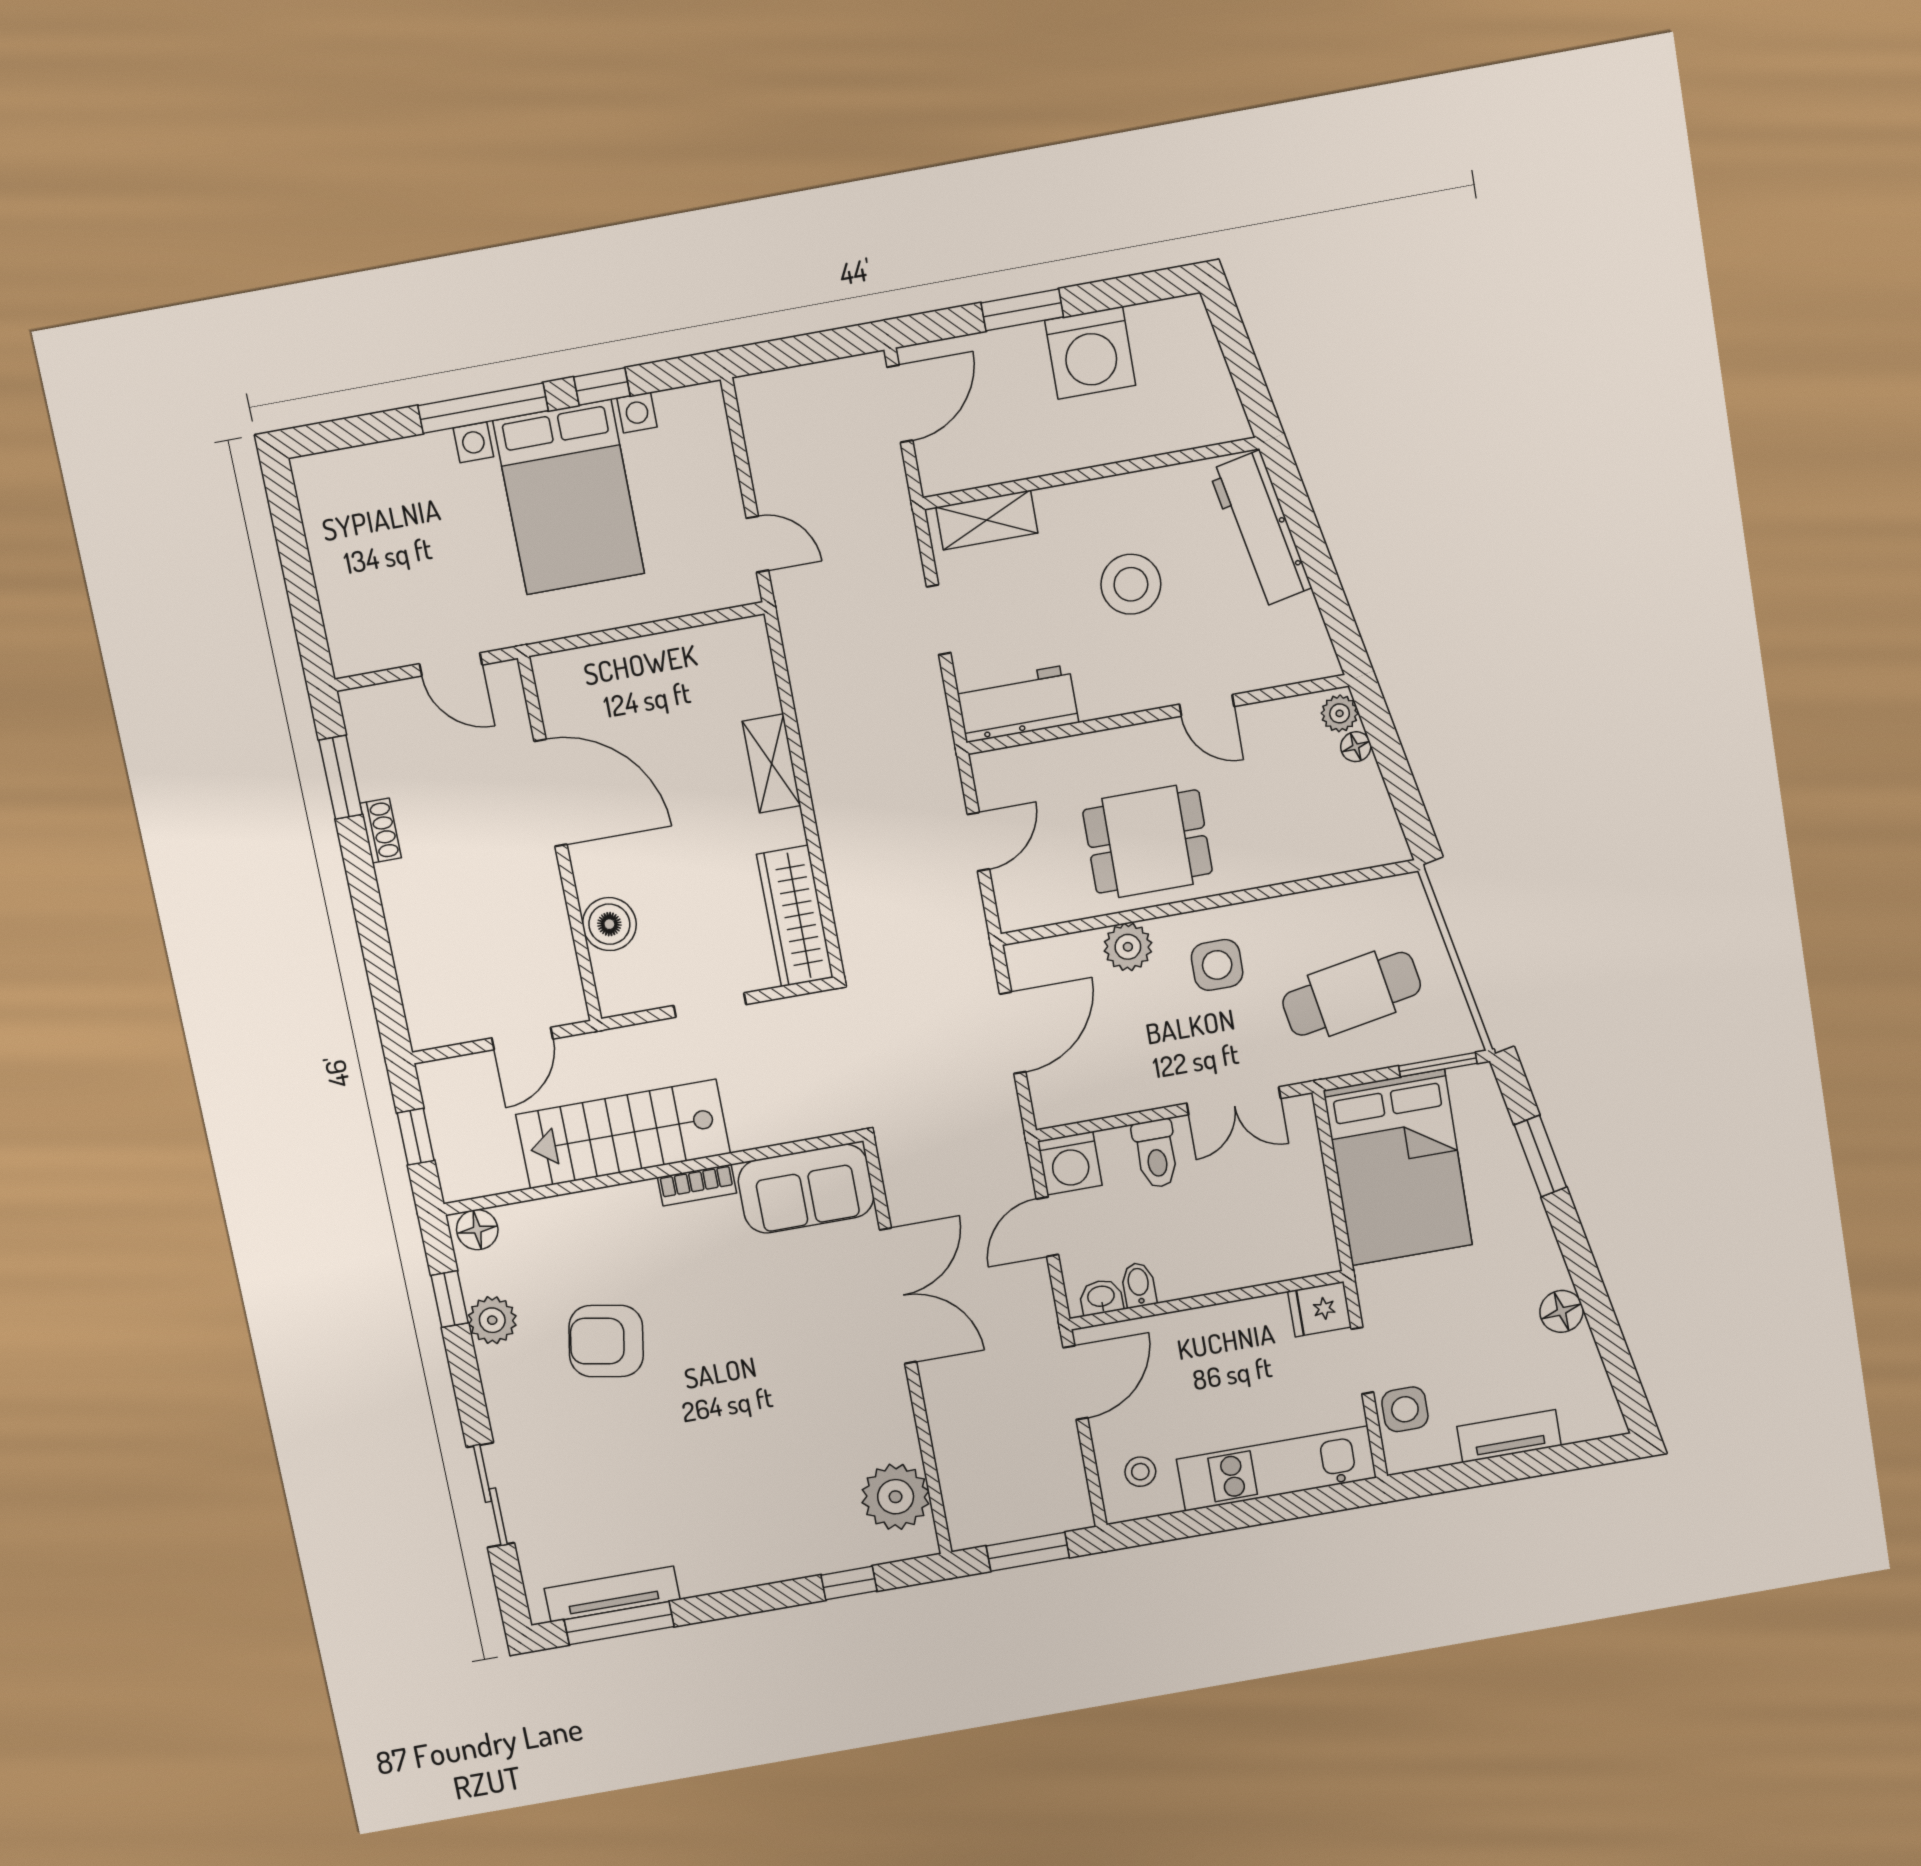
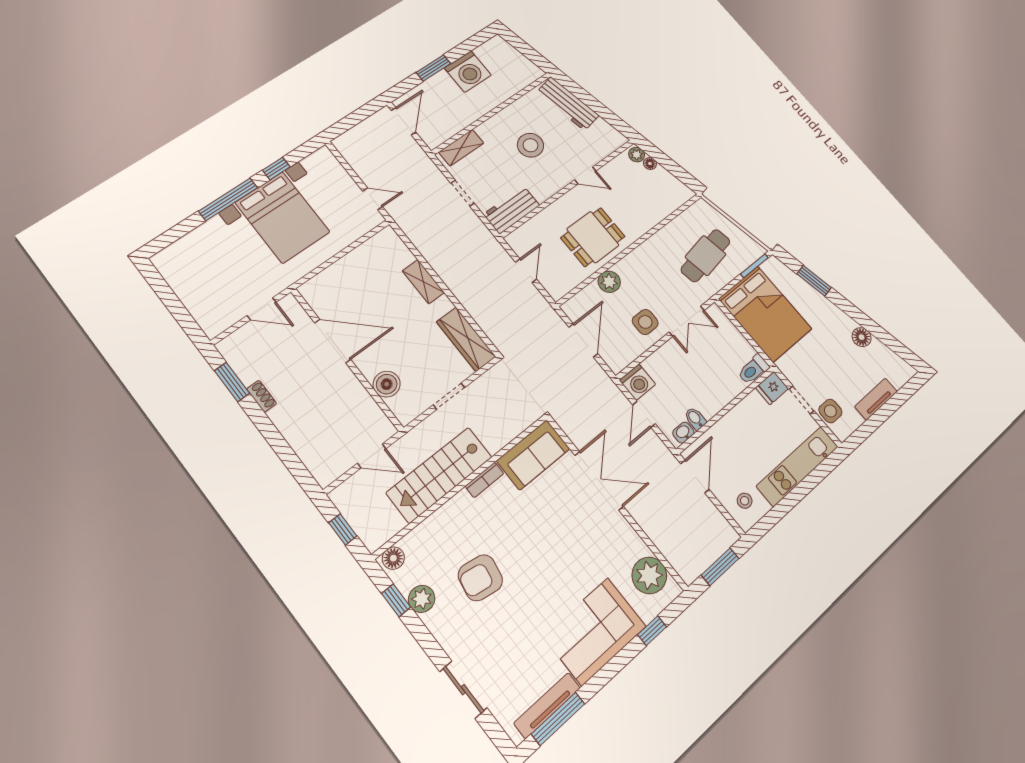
side table: (1217, 965) -> (645, 322), moved
door: (522, 1038) -> (372, 456), hinge flipped
toilet: (1156, 1154) -> (753, 370), moved, turned 90
corner sofa: (752, 1530) -> (595, 631), added

